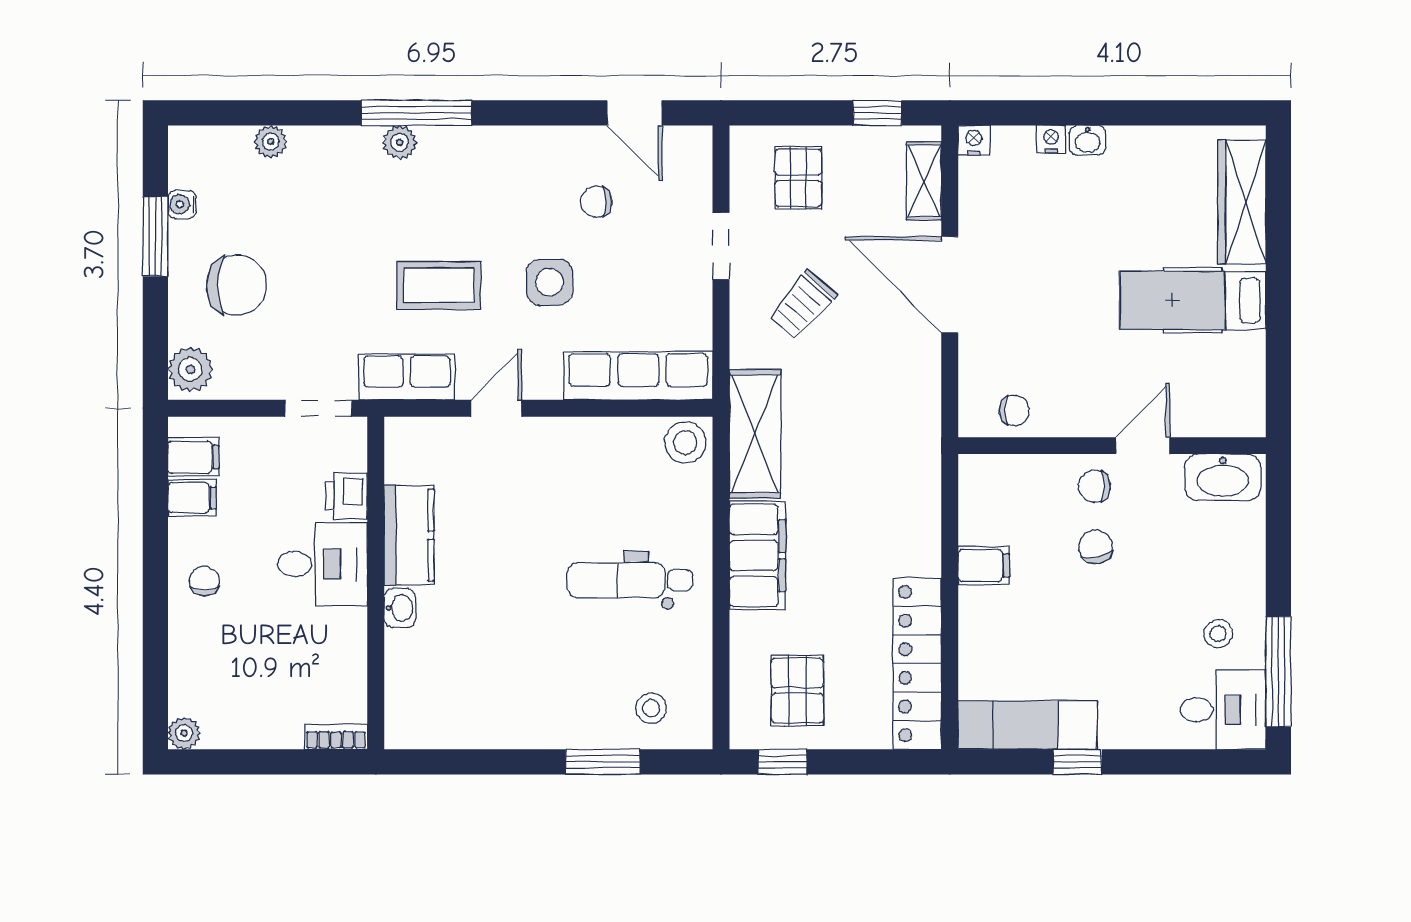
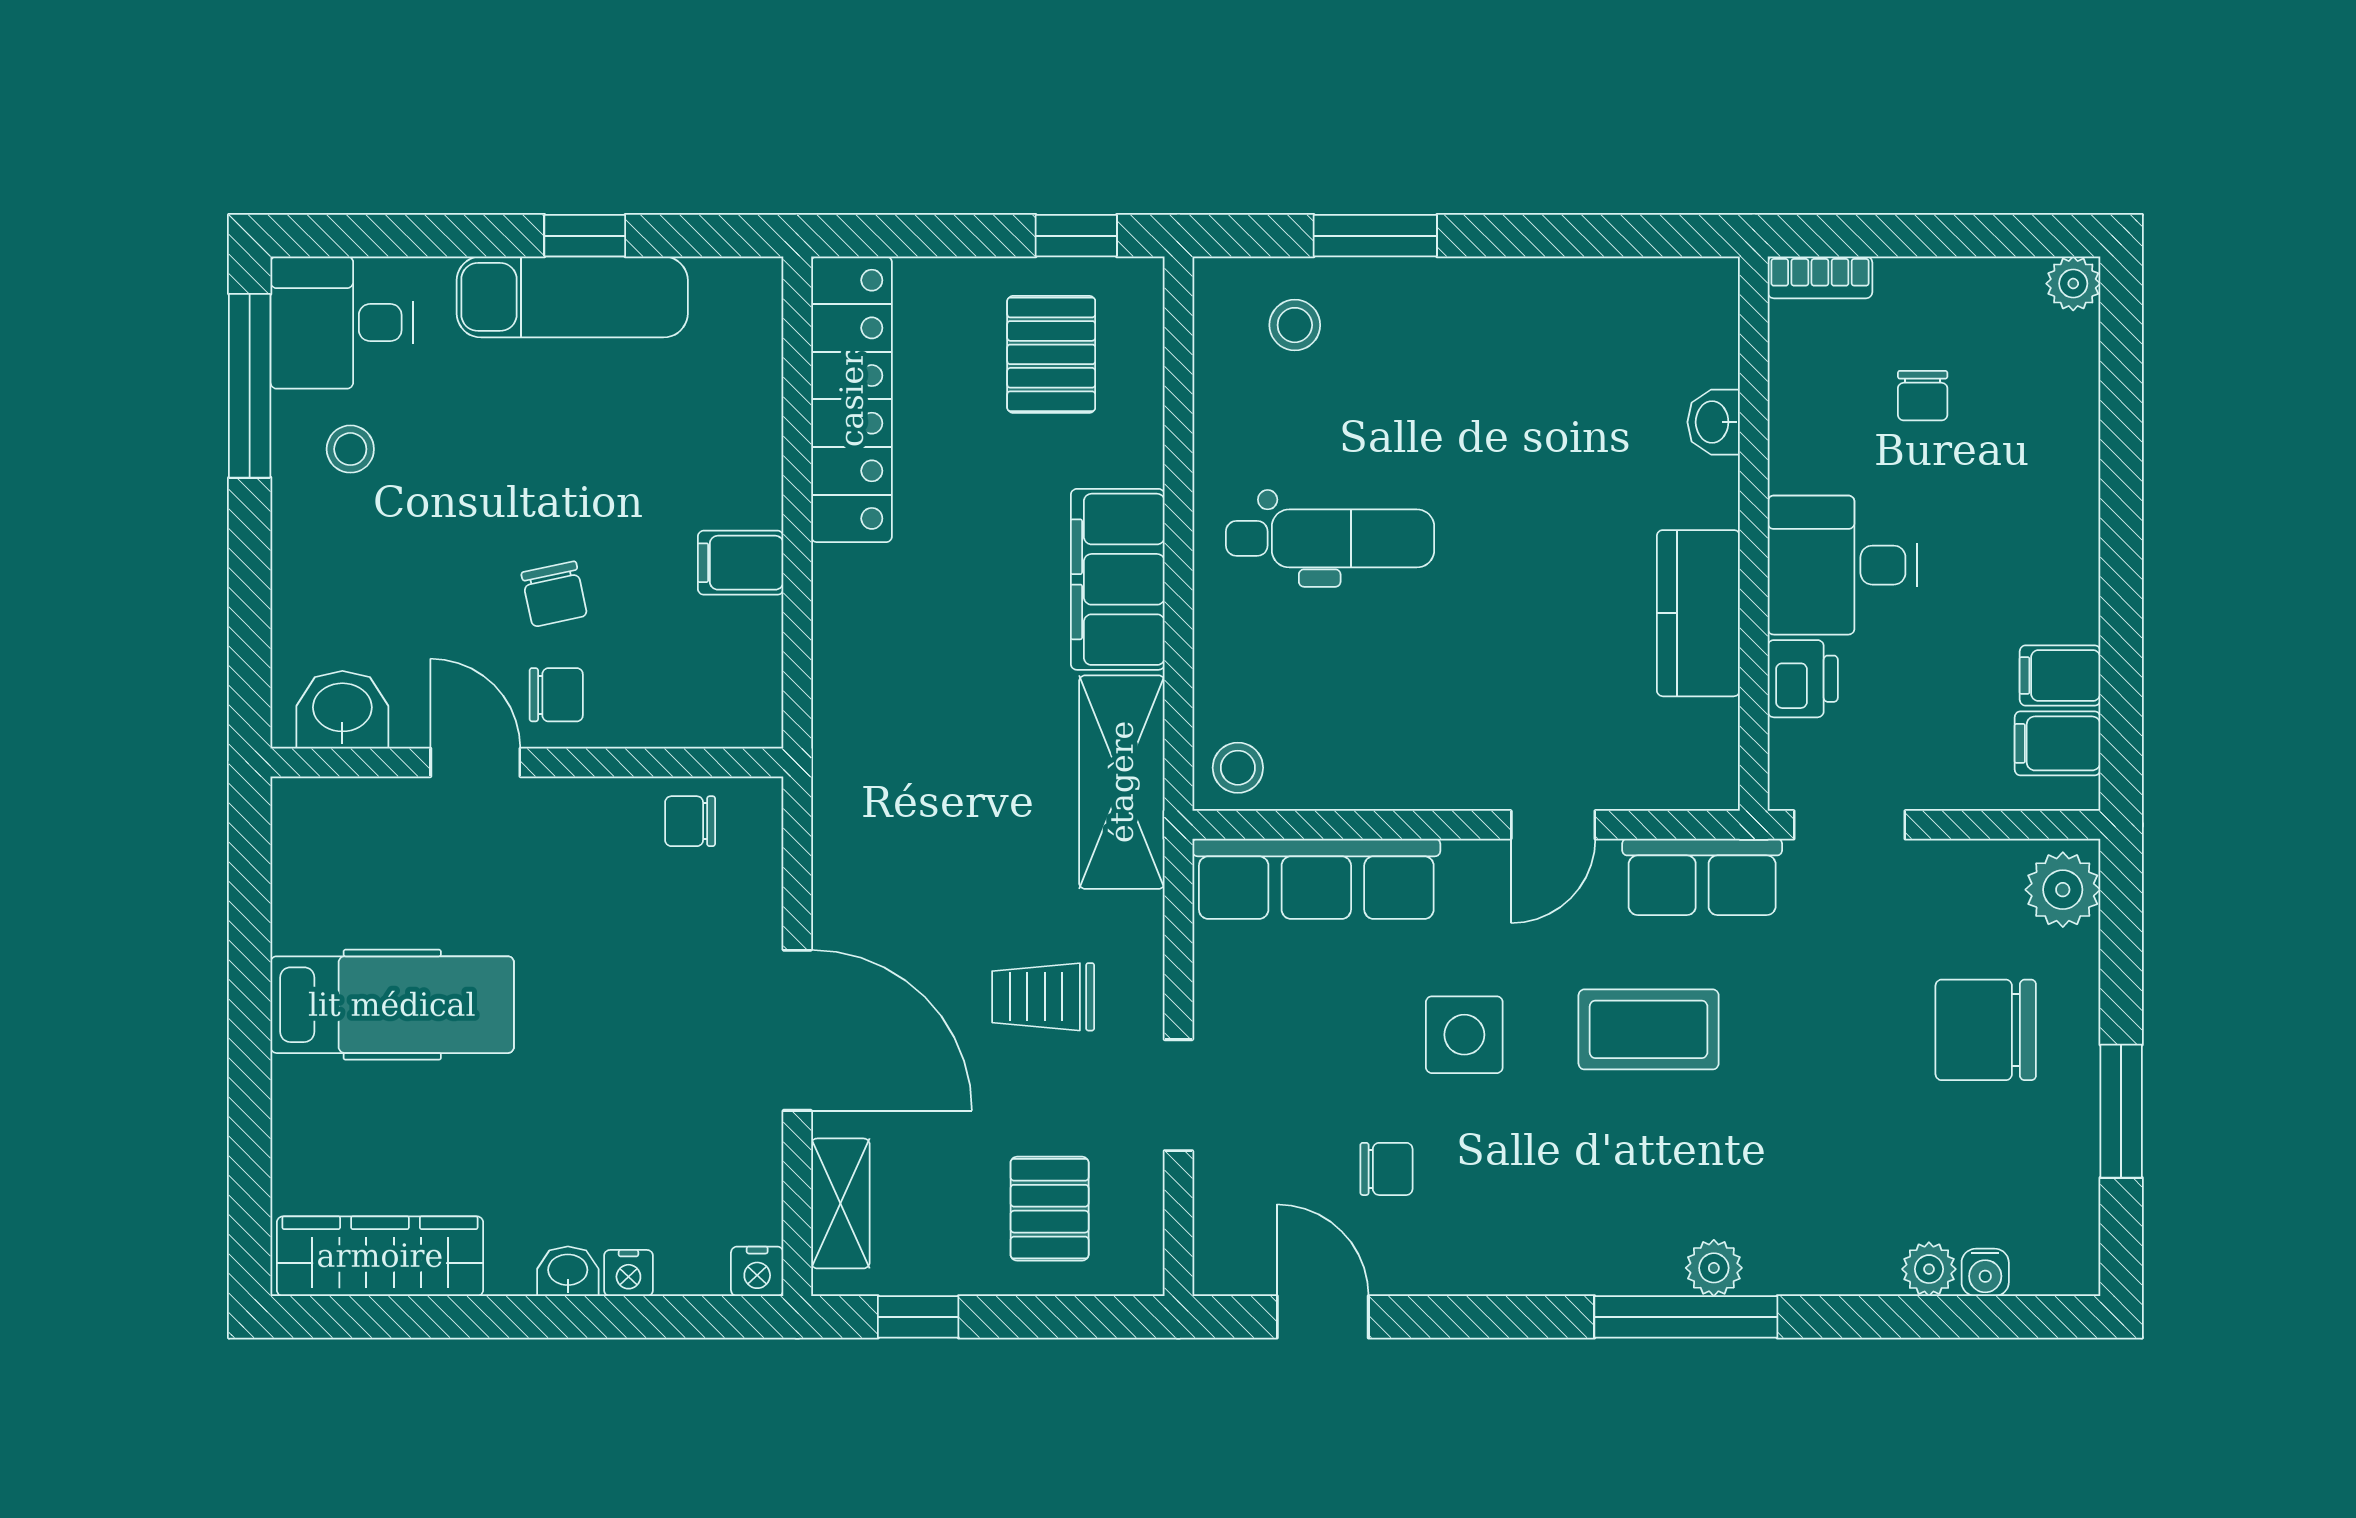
wardrobe: (1242, 202) -> (380, 1256), moved, turned -90
water cooler: (182, 204) -> (1985, 1272), moved, turned 90
trolley: (802, 305) -> (1043, 997), turned -131
stool: (685, 442) -> (1238, 768), width x0.73, depth x0.73
door: (1143, 446) -> (475, 762), swing flipped
washbasin: (1223, 477) -> (342, 710), width x0.72
chair: (204, 581) -> (1923, 396), moved
washbasin: (400, 608) -> (1714, 422), moved
exam couch: (1027, 725) -> (572, 297), moved

